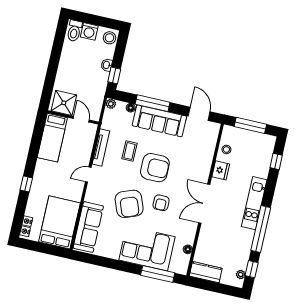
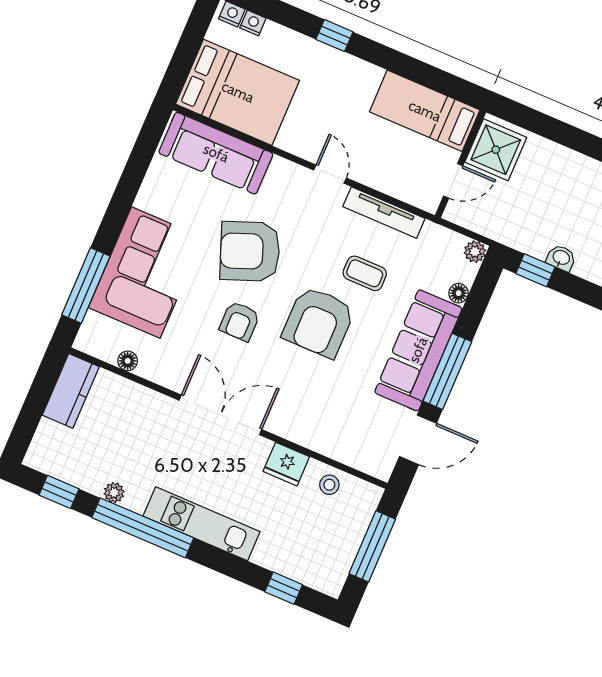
window: (153, 103) -> (447, 371), moved
armchair: (161, 203) -> (240, 321), turned -90
plant: (241, 274) -> (114, 493), moved

